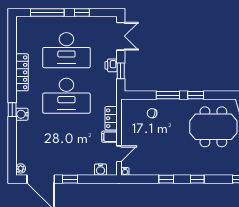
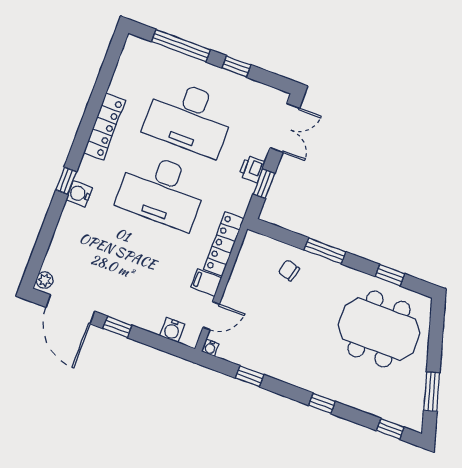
window: (196, 95) -> (390, 275), moved
locker: (111, 118) -> (224, 244), width x1.53
window: (166, 179) -> (250, 376), moved

